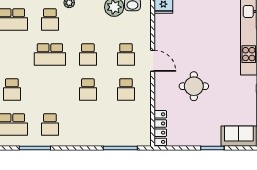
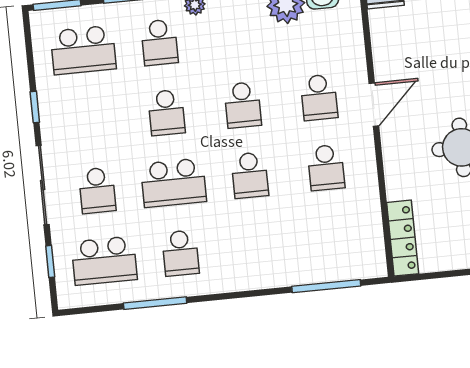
school desk: (50, 54) -> (166, 113), width x0.54
door: (153, 61) -> (374, 105), hinge flipped
school desk: (50, 89) -> (173, 183), added

